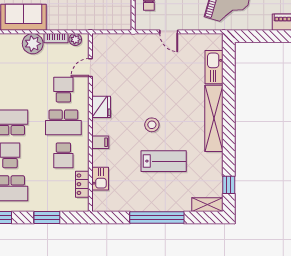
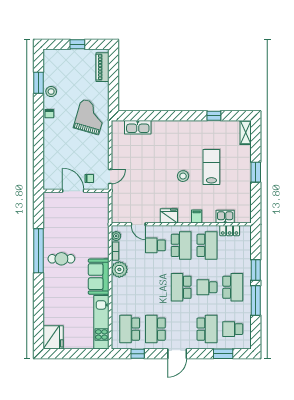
door: (169, 32) -> (110, 177), moved
shelving: (214, 118) -> (178, 127), removed
school desk: (63, 155) -> (207, 245), width x1.85
window: (229, 185) -> (214, 116), moved
window: (47, 218) -> (256, 270), moved
window: (157, 218) -> (256, 172), width x0.47

